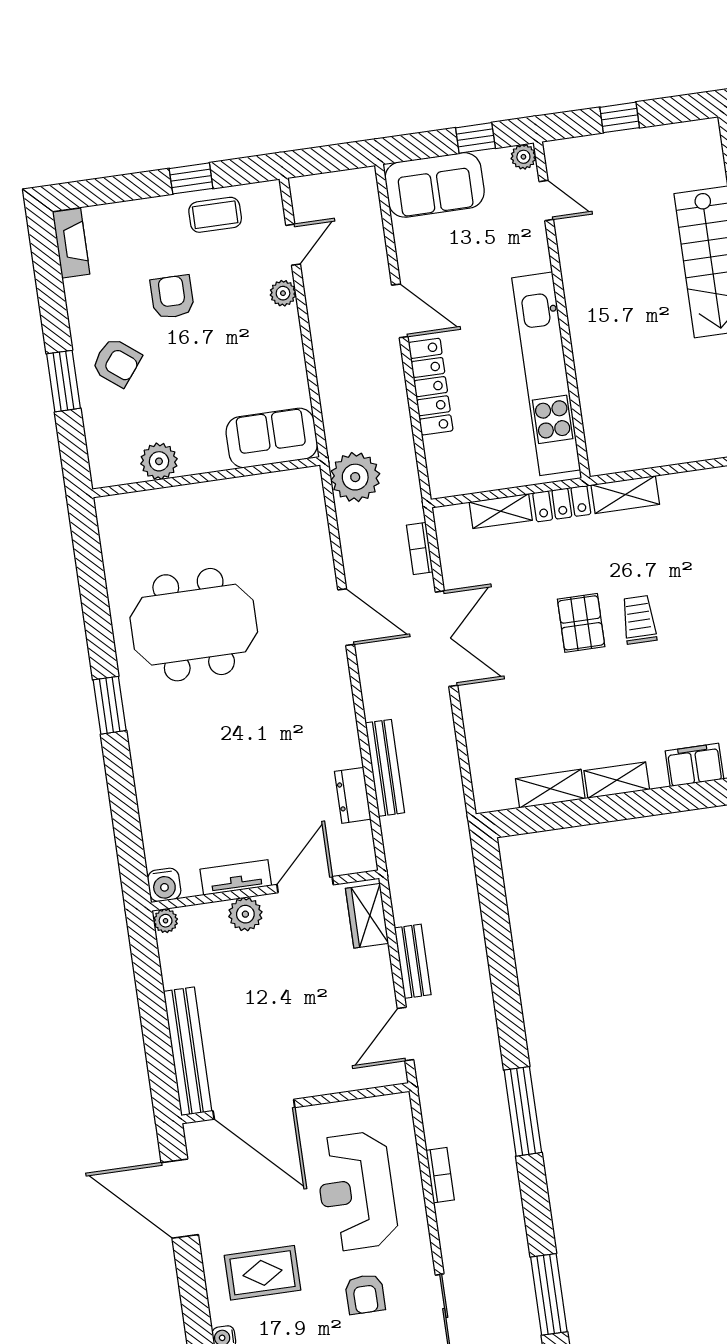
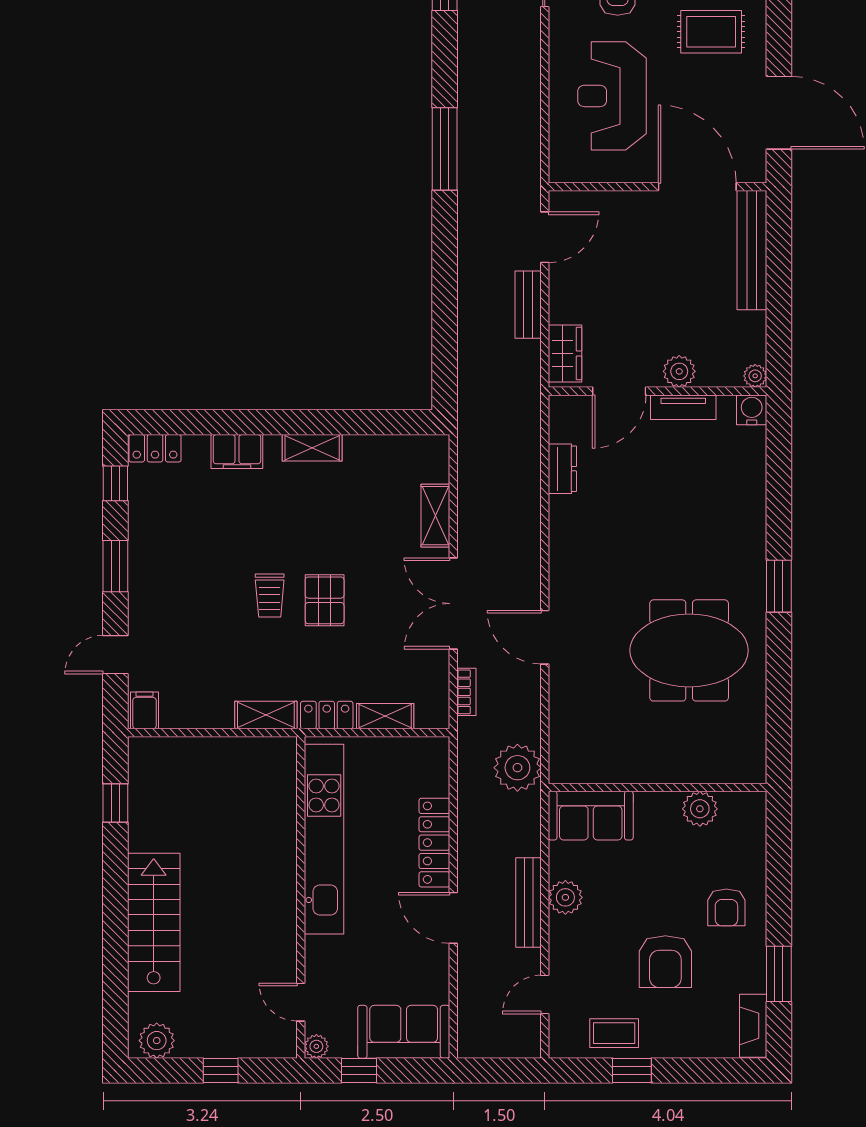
plant: (691, 139) -> (157, 1041), added
plant: (283, 293) -> (565, 897), moved, width x1.38, depth x1.38
armchair: (172, 297) -> (665, 962), width x1.38, depth x1.38
armchair: (117, 362) -> (726, 907), turned -128
window: (63, 381) -> (779, 974), moved
bench: (385, 768) -> (529, 902), moved
shelving: (550, 789) -> (435, 516), moved, turned 90
bookcase: (440, 1175) -> (531, 100), removed
reception desk: (356, 1191) -> (612, 96), turned 180

